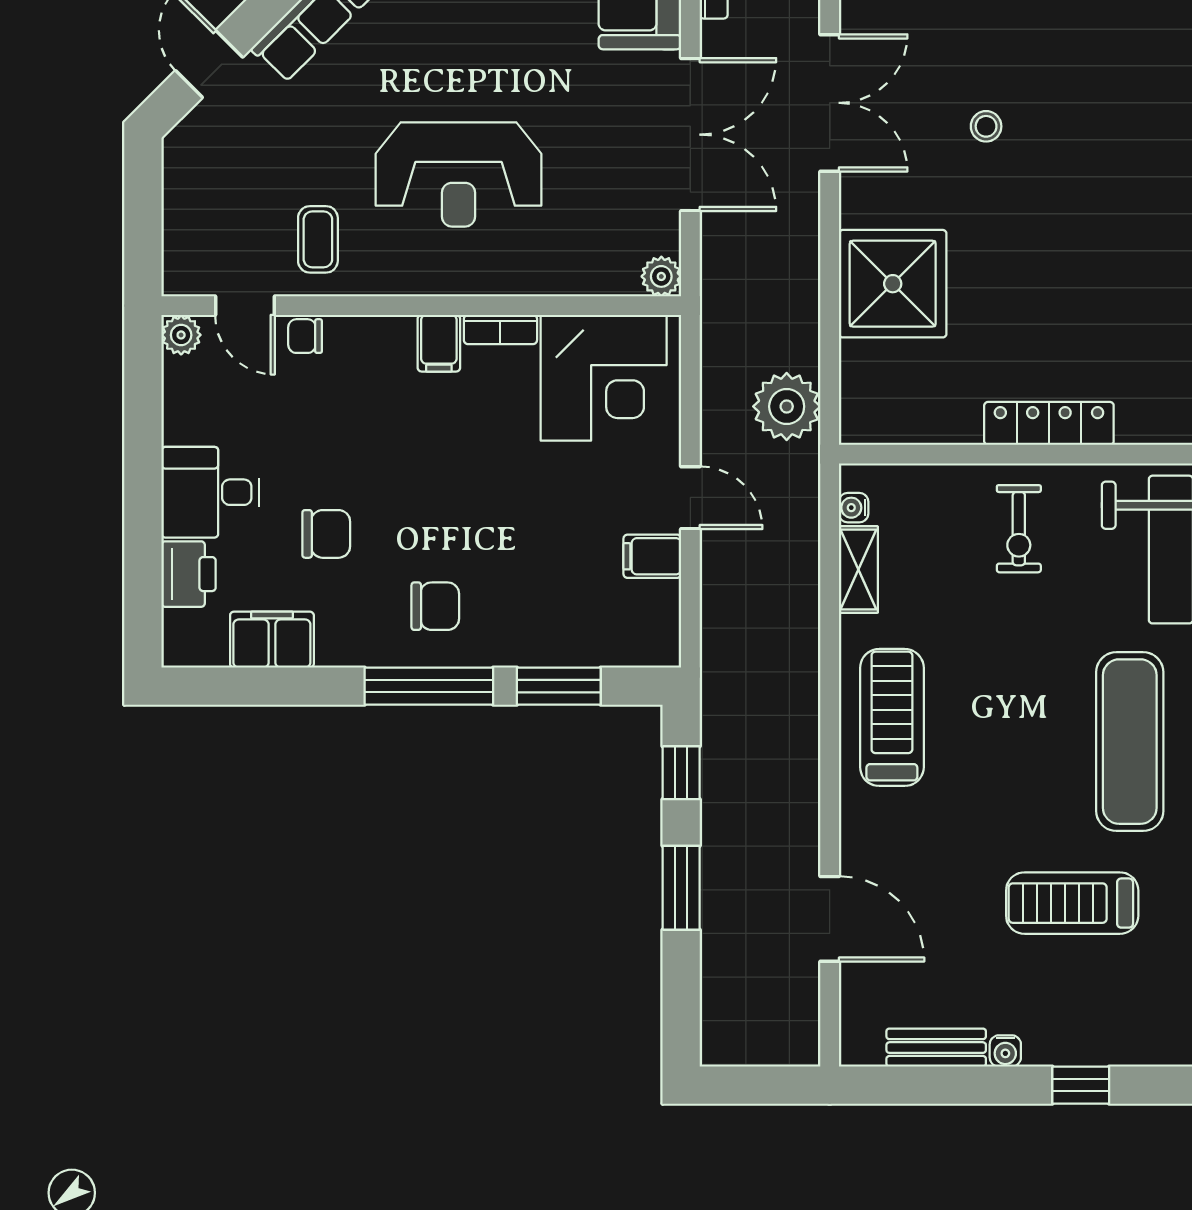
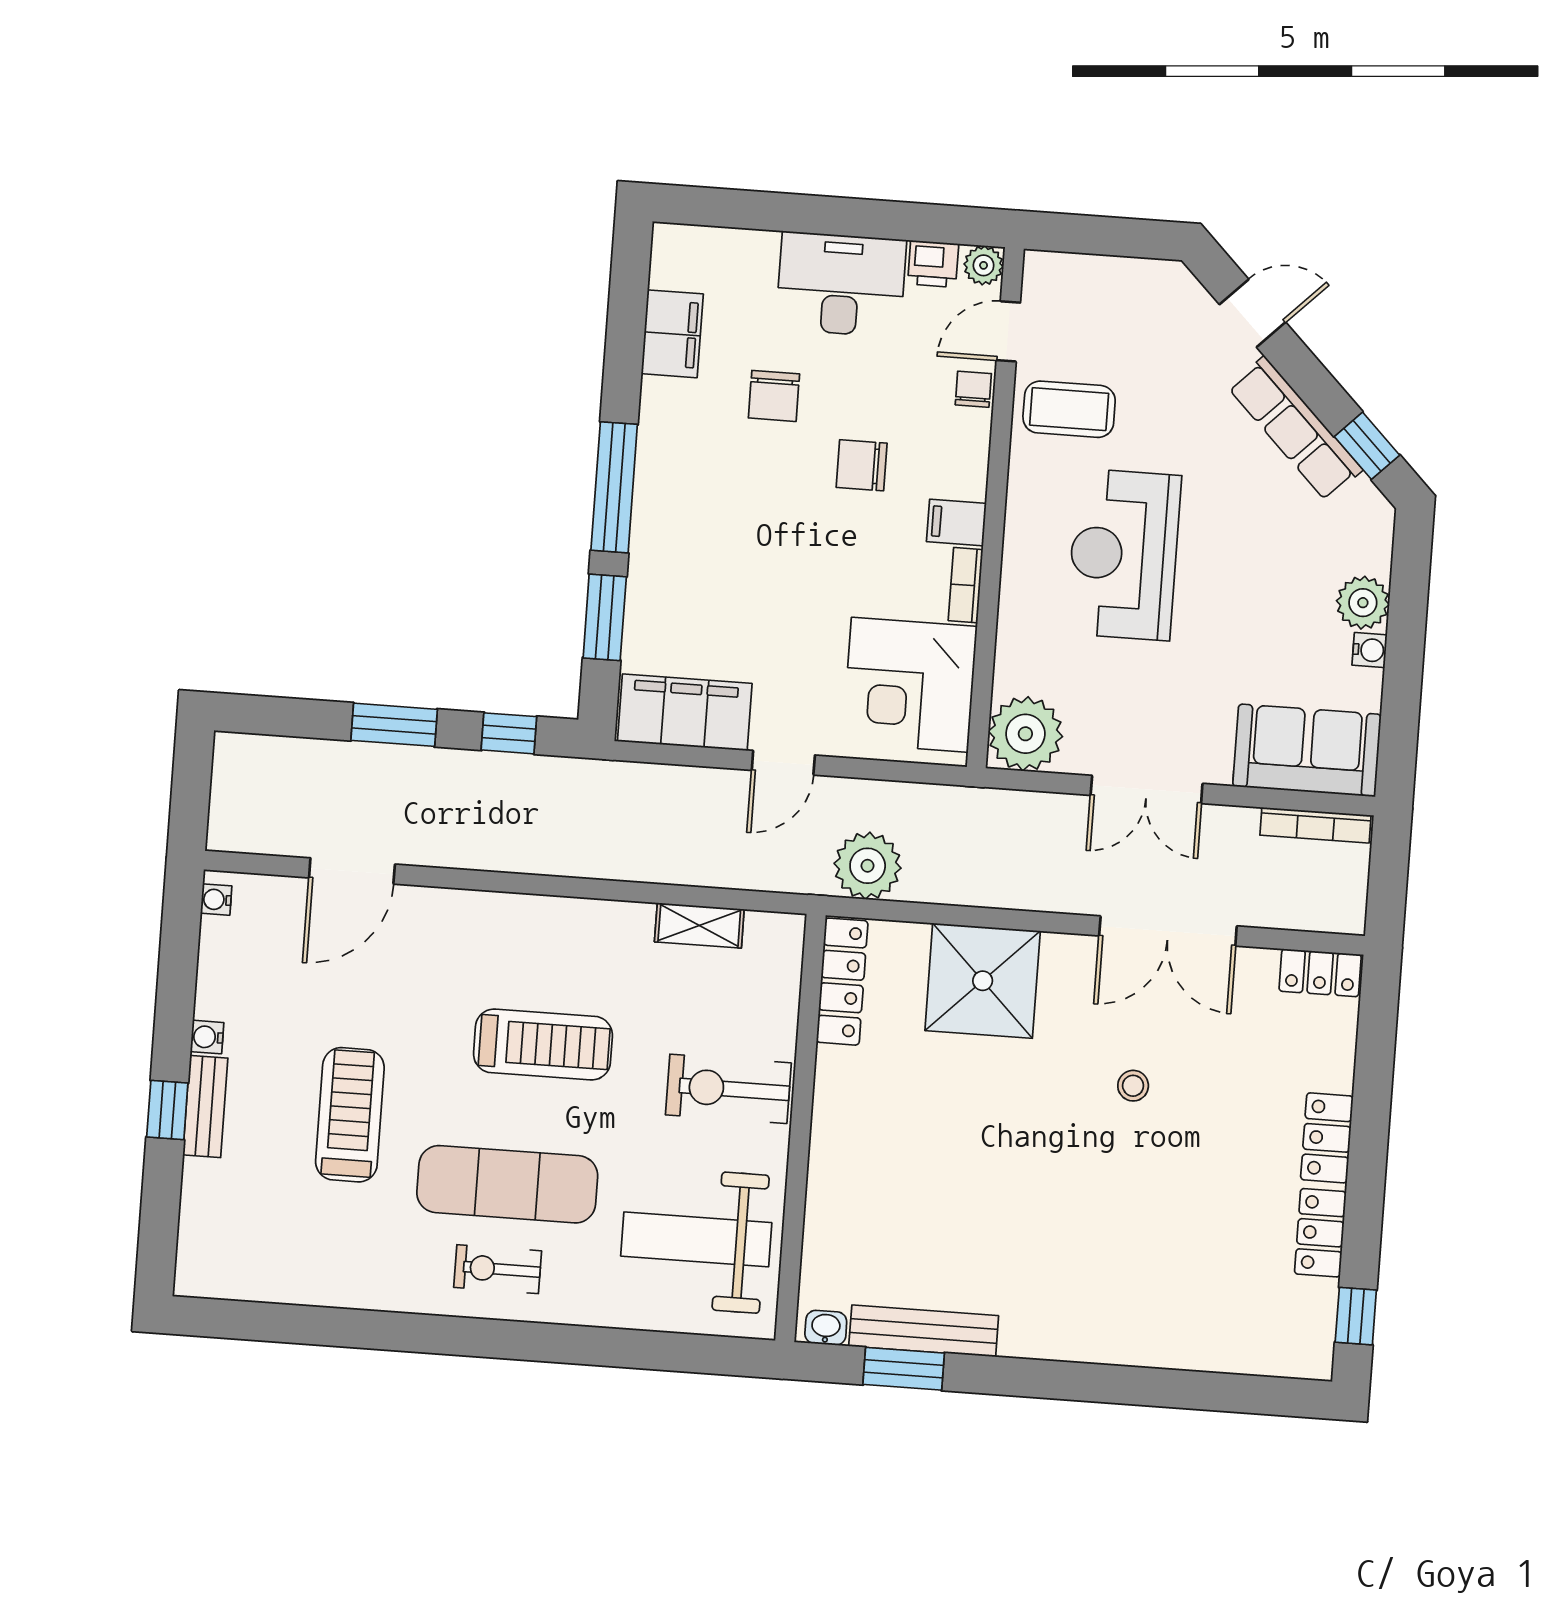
double door: (690, 135) -> (1147, 789), width x0.73
coffee table: (318, 239) -> (1069, 409), width x1.36, depth x1.30
plant: (661, 276) -> (1025, 734), width x1.87, depth x1.87
locker: (1049, 423) -> (842, 982), moved
desk: (210, 492) -> (841, 284), width x1.37
water cooler: (854, 508) -> (216, 900), moved, turned -90
exercise bike: (1019, 529) -> (728, 1089), width x1.38, depth x1.39
filing cabinet: (652, 556) -> (685, 712), width x3.00, depth x1.17
printer: (189, 574) -> (933, 264), moved, width x0.73, depth x0.81
chair: (435, 606) -> (862, 465), moved, turned 90
treadmill: (892, 717) -> (543, 1044), moved
bench: (936, 1048) -> (205, 1106), moved

